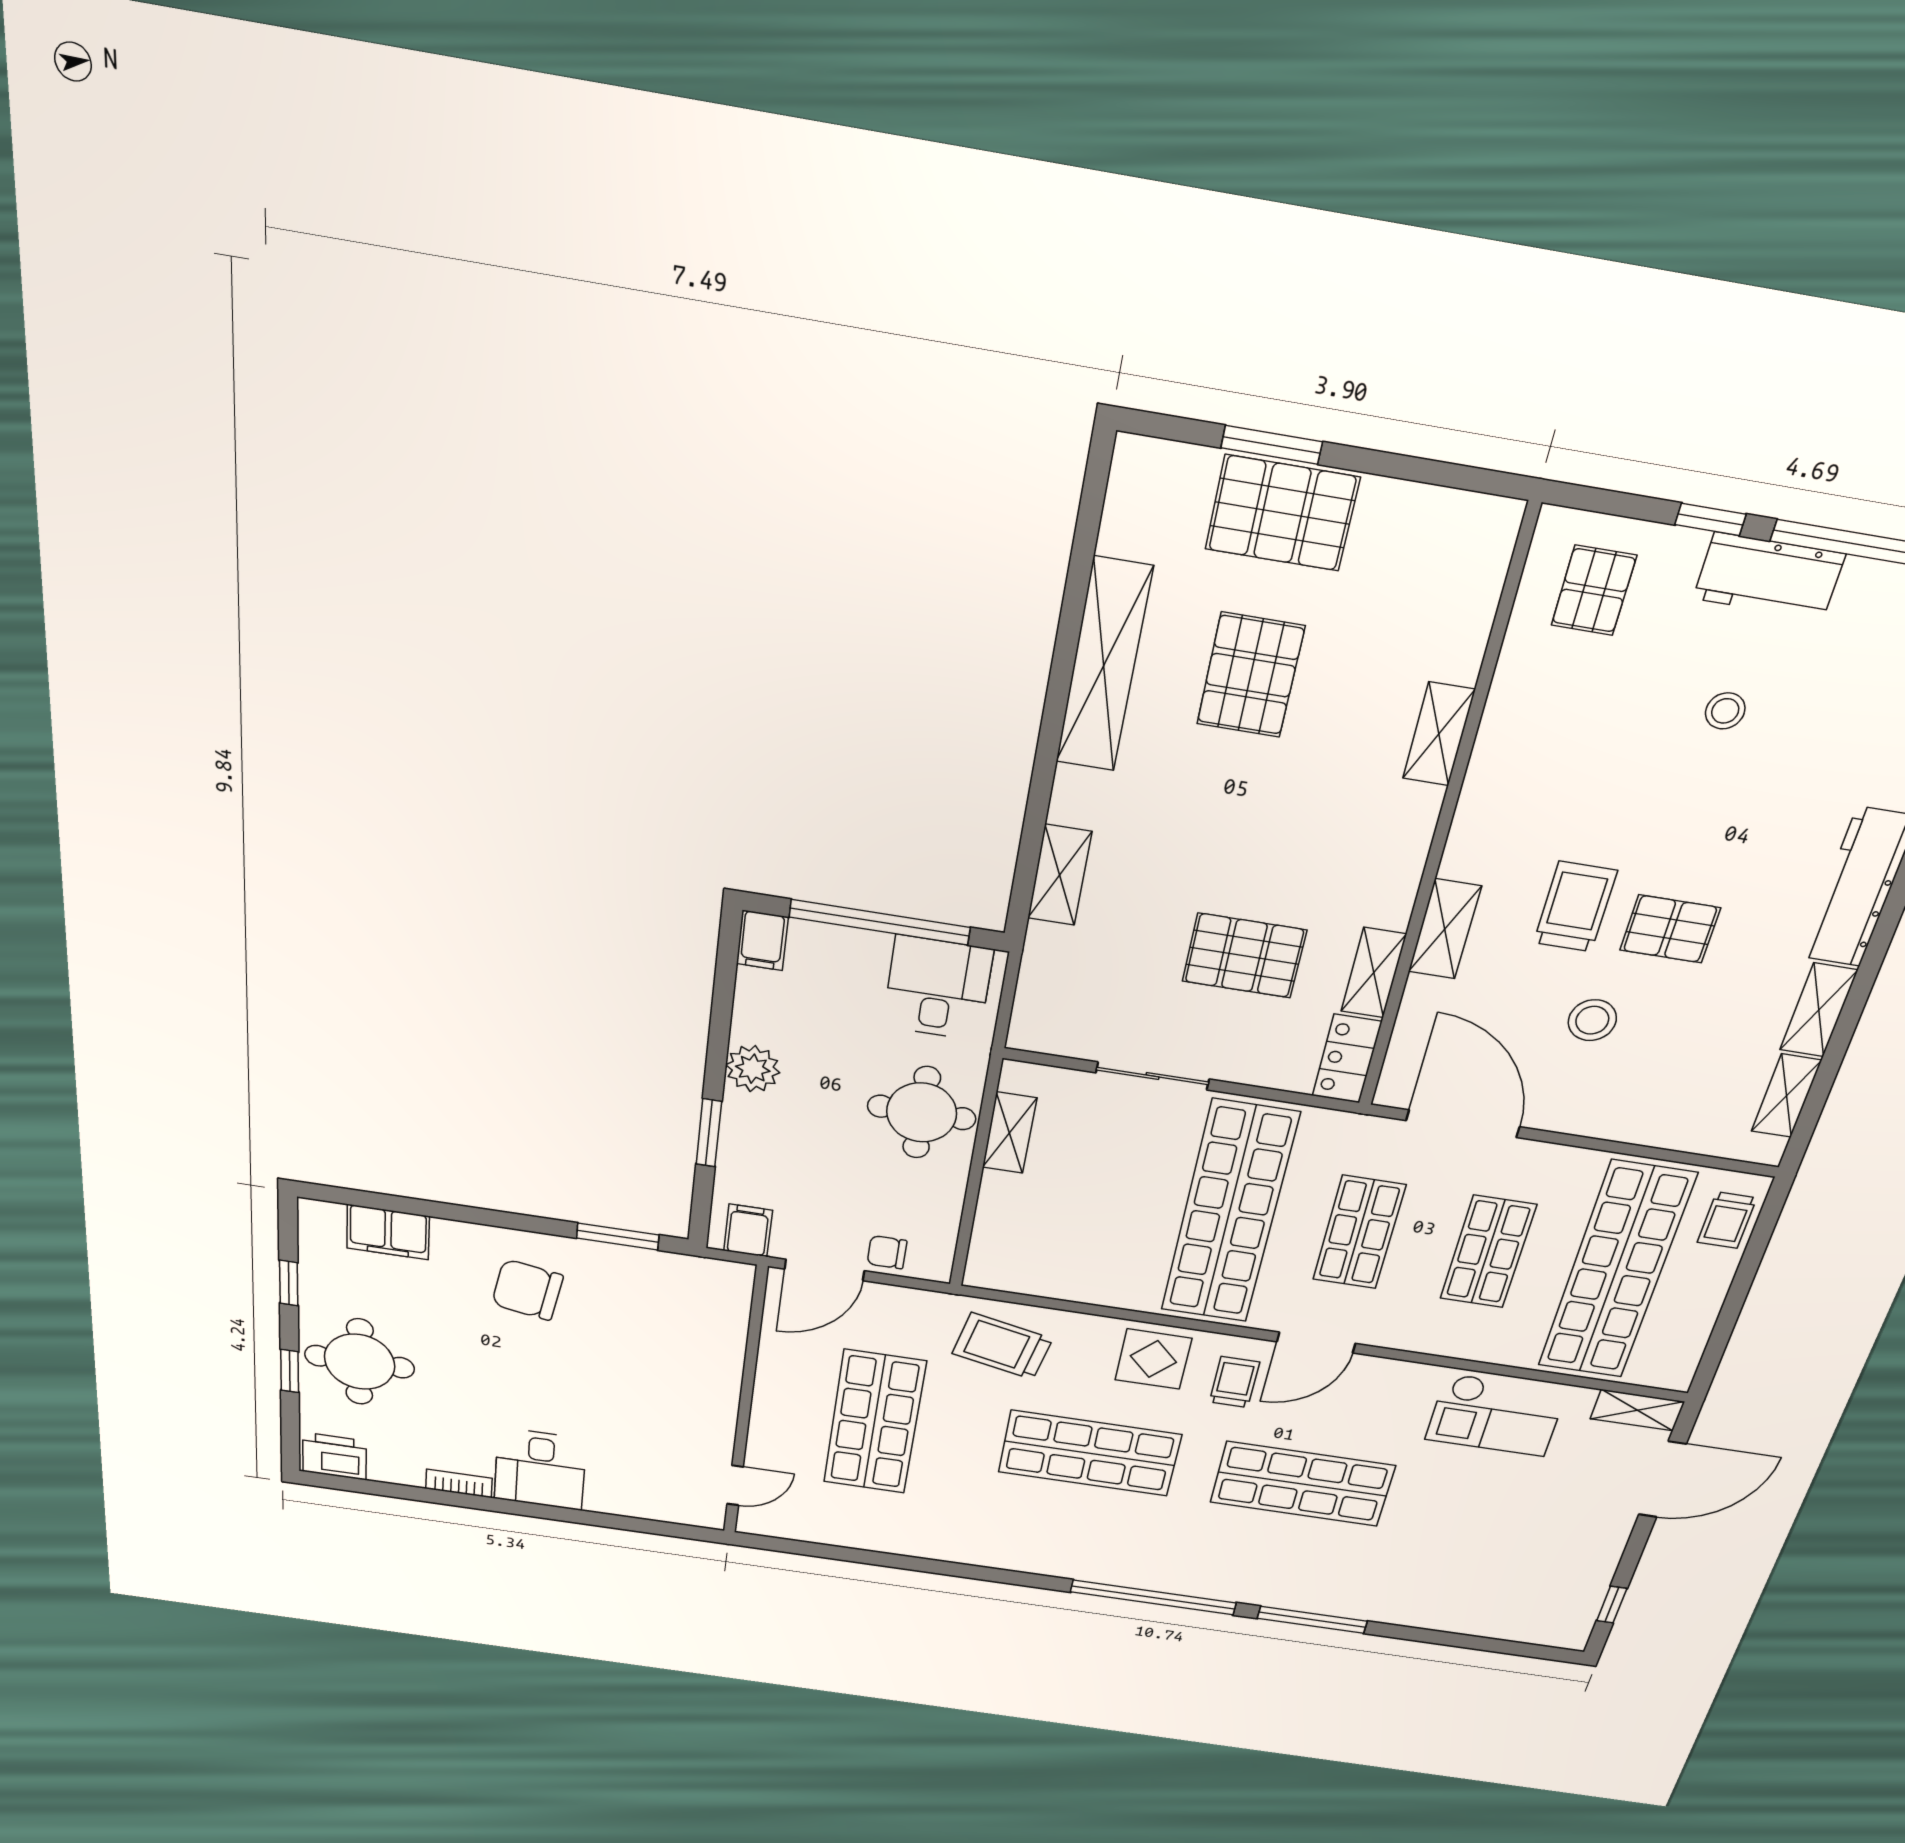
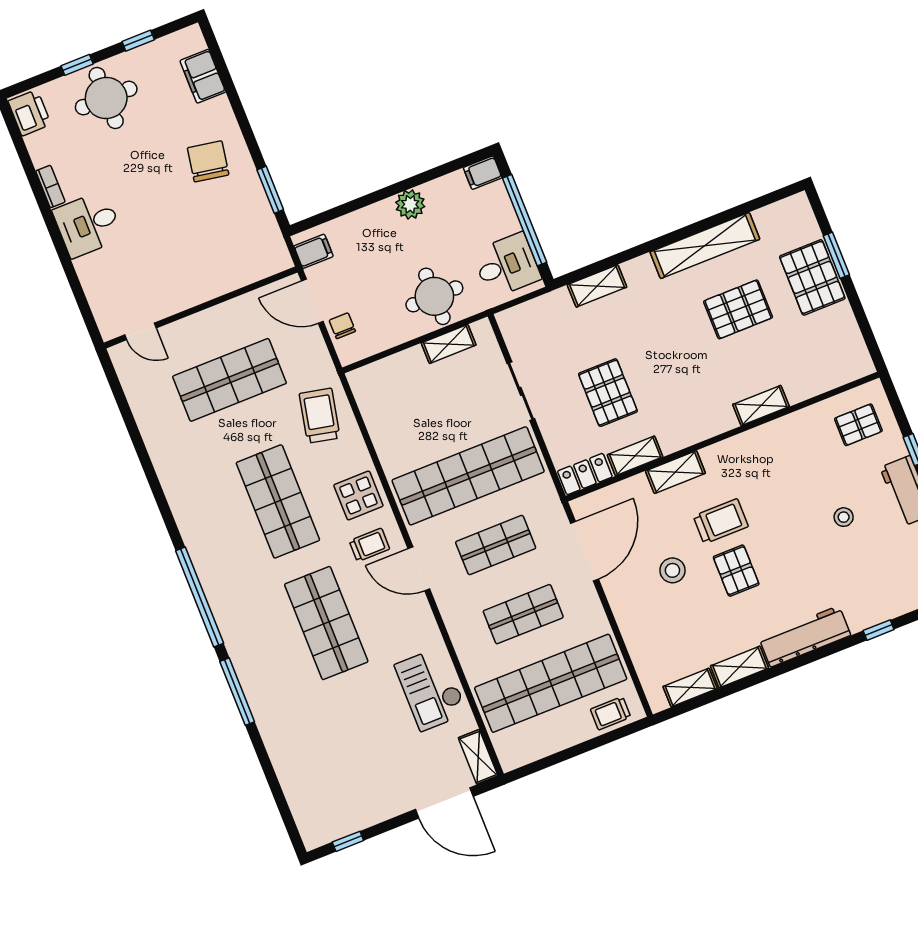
window: (709, 1133) -> (361, 203), removed

